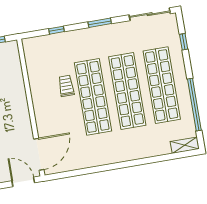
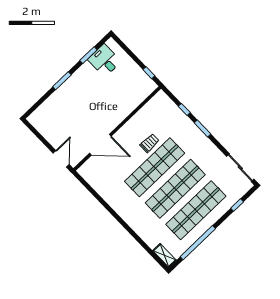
window: (100, 23) -> (202, 128), moved
door: (39, 154) -> (100, 145), moved

